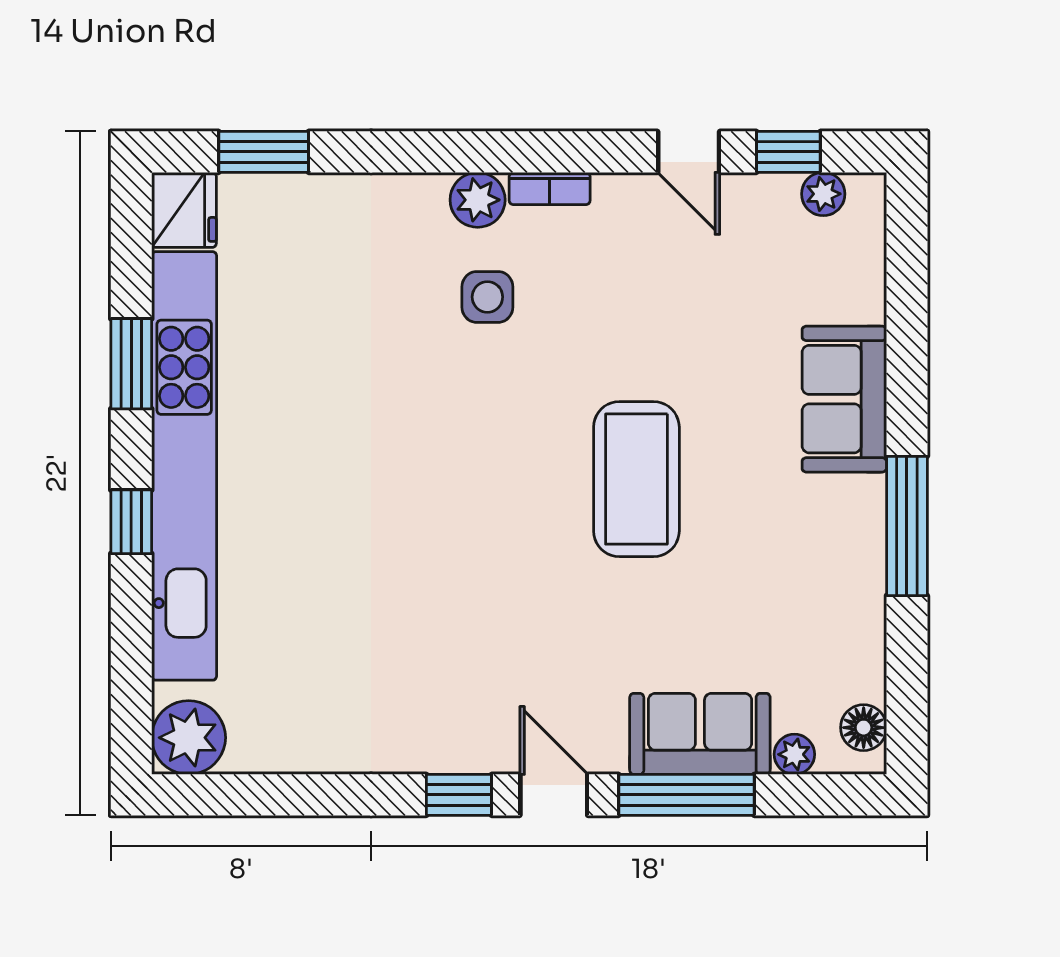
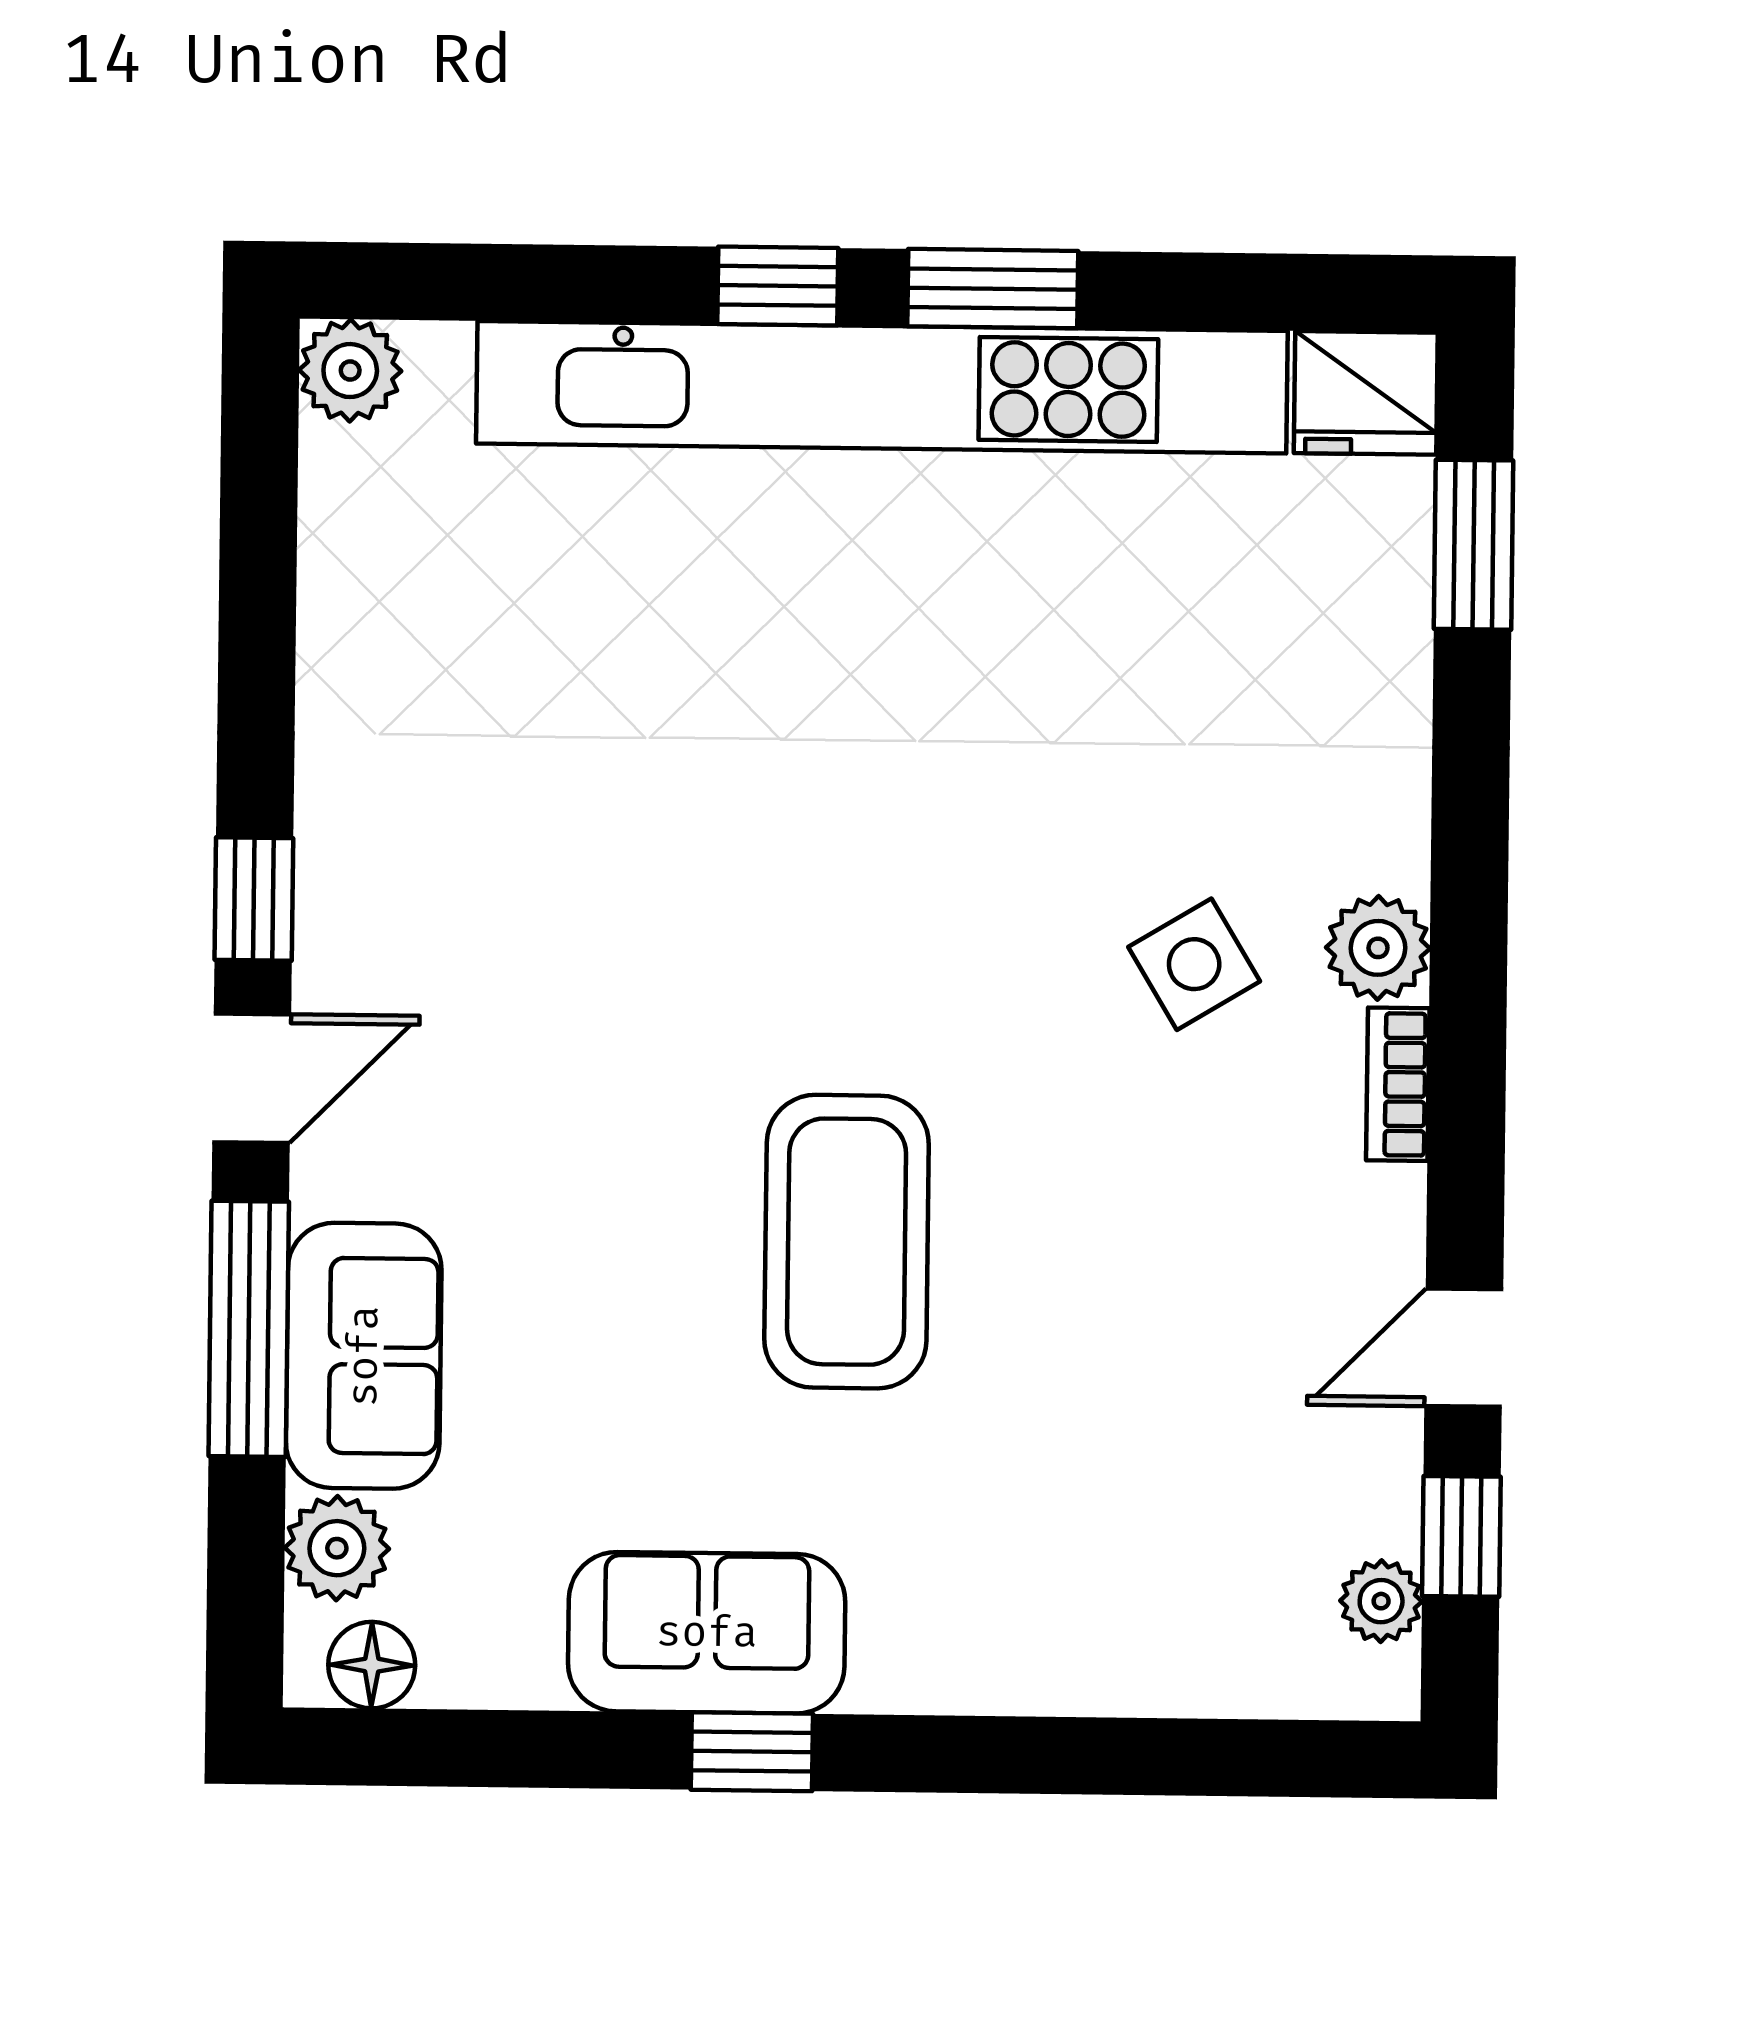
side table: (487, 297) -> (1194, 964), turned -31
window: (131, 364) -> (993, 289), moved
sofa: (844, 399) -> (707, 1633), moved
coffee table: (636, 479) -> (847, 1242), turned 90
window: (907, 526) -> (752, 1752), width x0.46
plant: (189, 738) -> (350, 371), width x0.73, depth x0.73
plant: (794, 754) -> (337, 1548), width x1.38, depth x1.38

